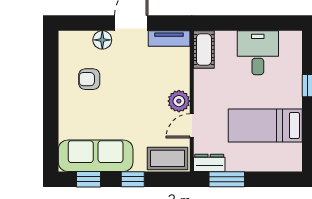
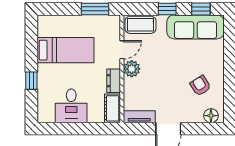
floor lamp: (102, 40) -> (211, 116), moved
armchair: (89, 79) -> (200, 86), turned -122
dresser: (209, 163) -> (114, 81), moved, turned 90

